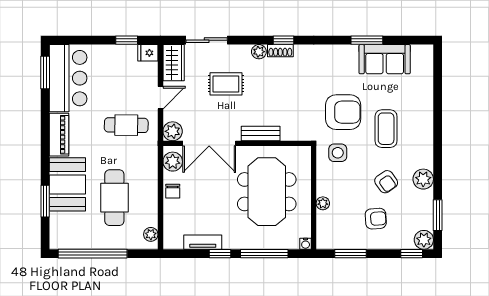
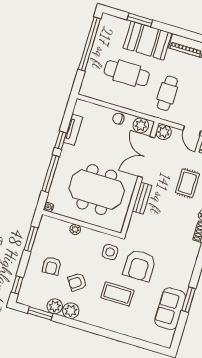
cafe table: (126, 125) -> (167, 93), moved
plant: (151, 234) -> (91, 92), removed
plant: (424, 240) -> (55, 306), moved

